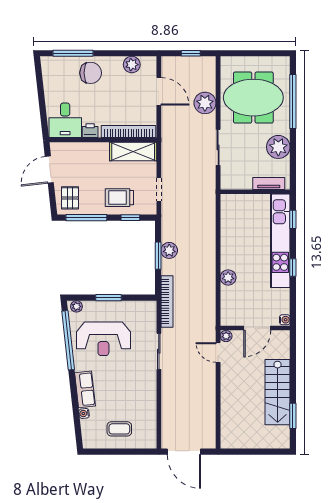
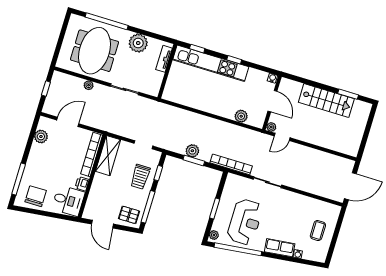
chair: (91, 73) -> (36, 196), moved
plant: (205, 103) -> (89, 85), width x0.53, depth x0.53
plant: (228, 277) -> (241, 116), moved

